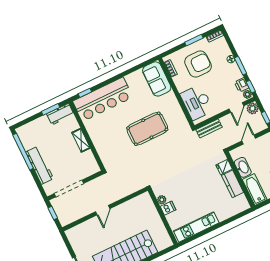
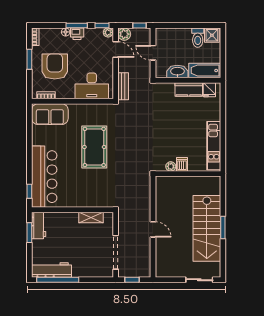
printer: (242, 85) -> (77, 34), moved
shelving: (81, 140) -> (91, 218), moved
workbench: (40, 165) -> (51, 270), moved
fridge: (224, 167) -> (209, 90), moved

